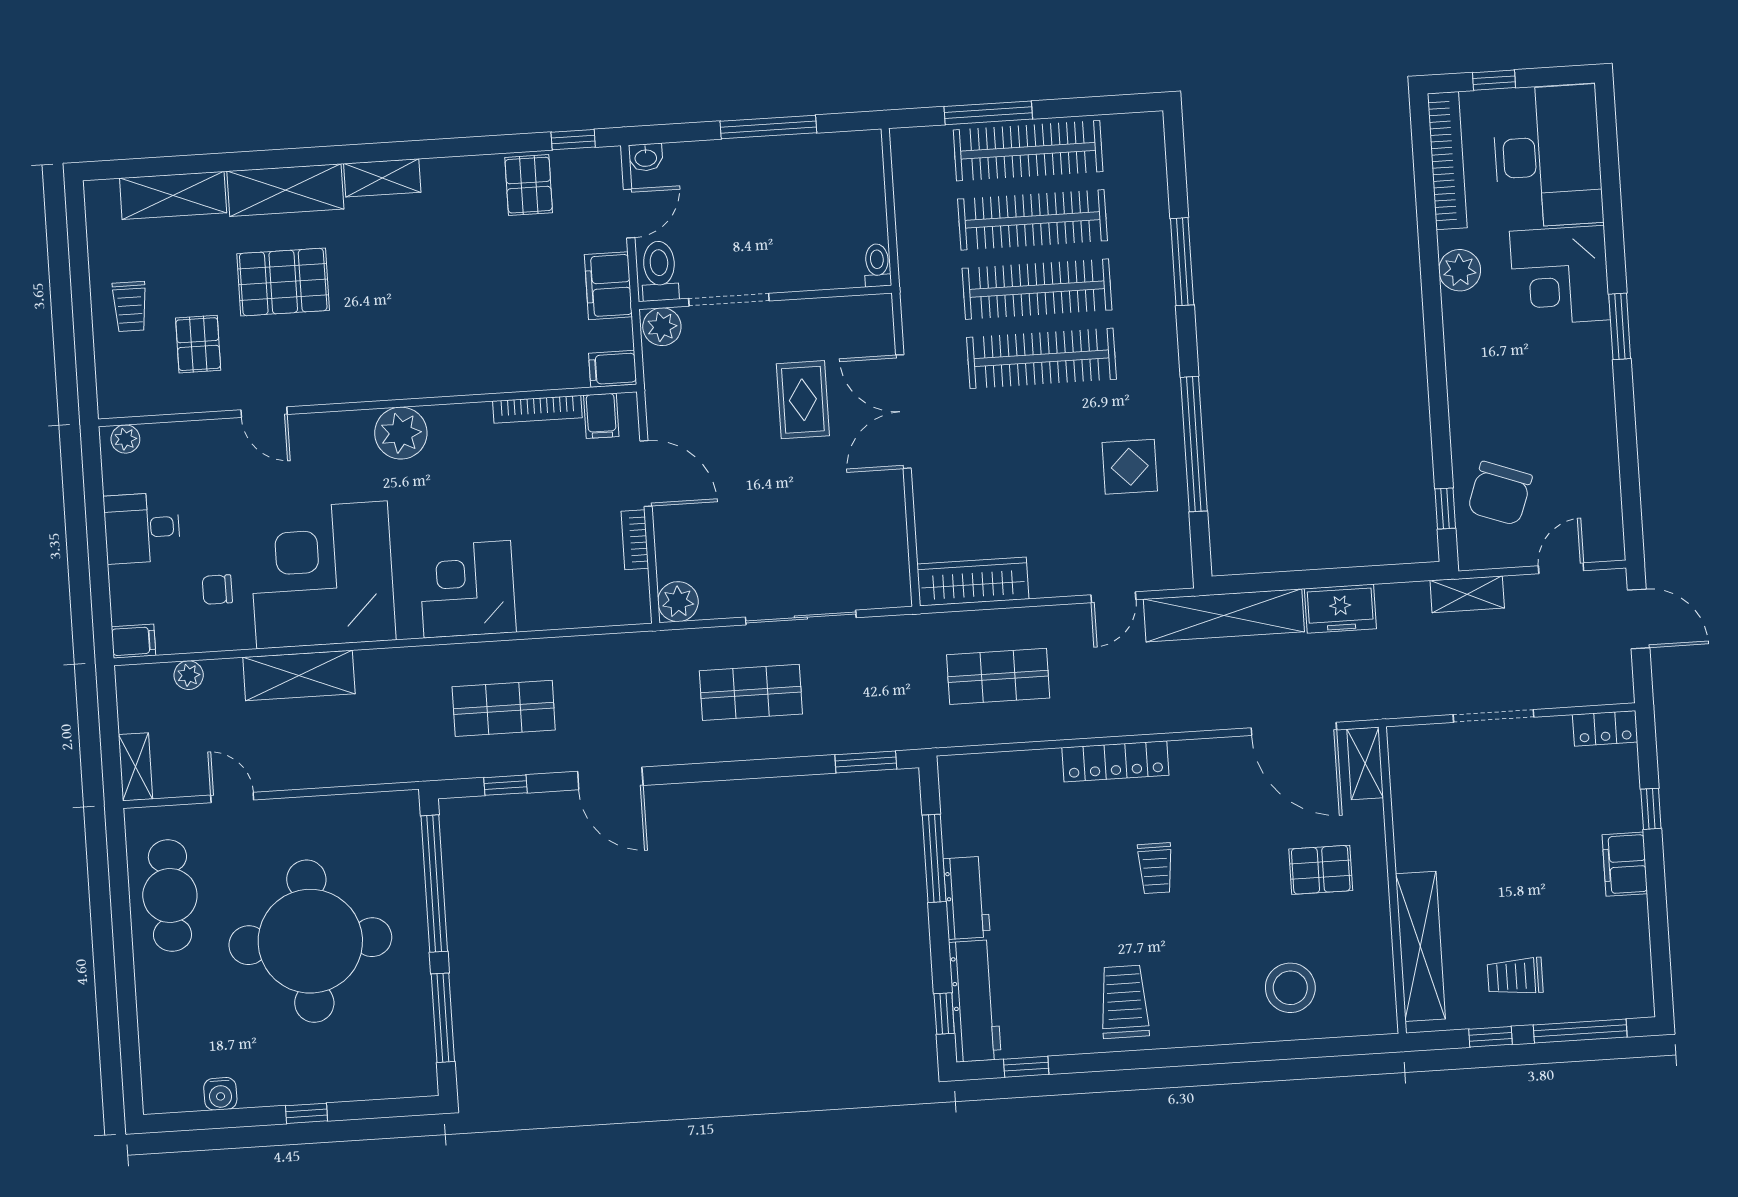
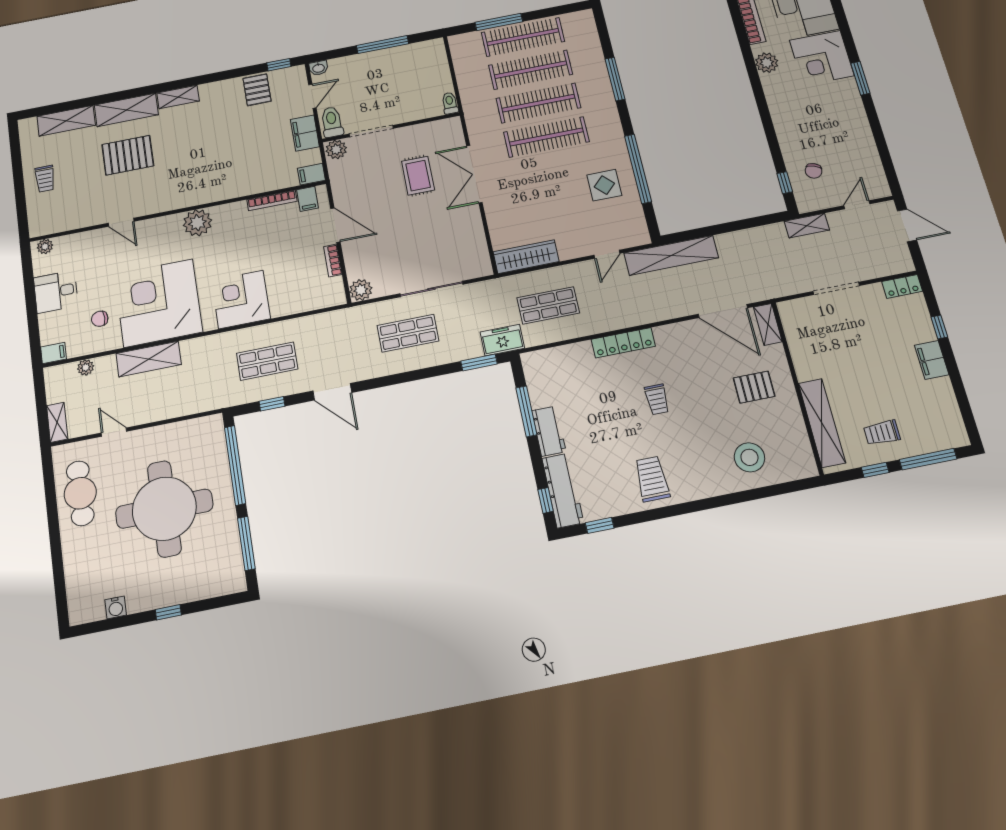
pallet: (198, 344) -> (83, 193), removed
chair: (1500, 493) -> (814, 171), width x0.54, depth x0.54
freezer: (1340, 609) -> (502, 340), moved, turned 180

